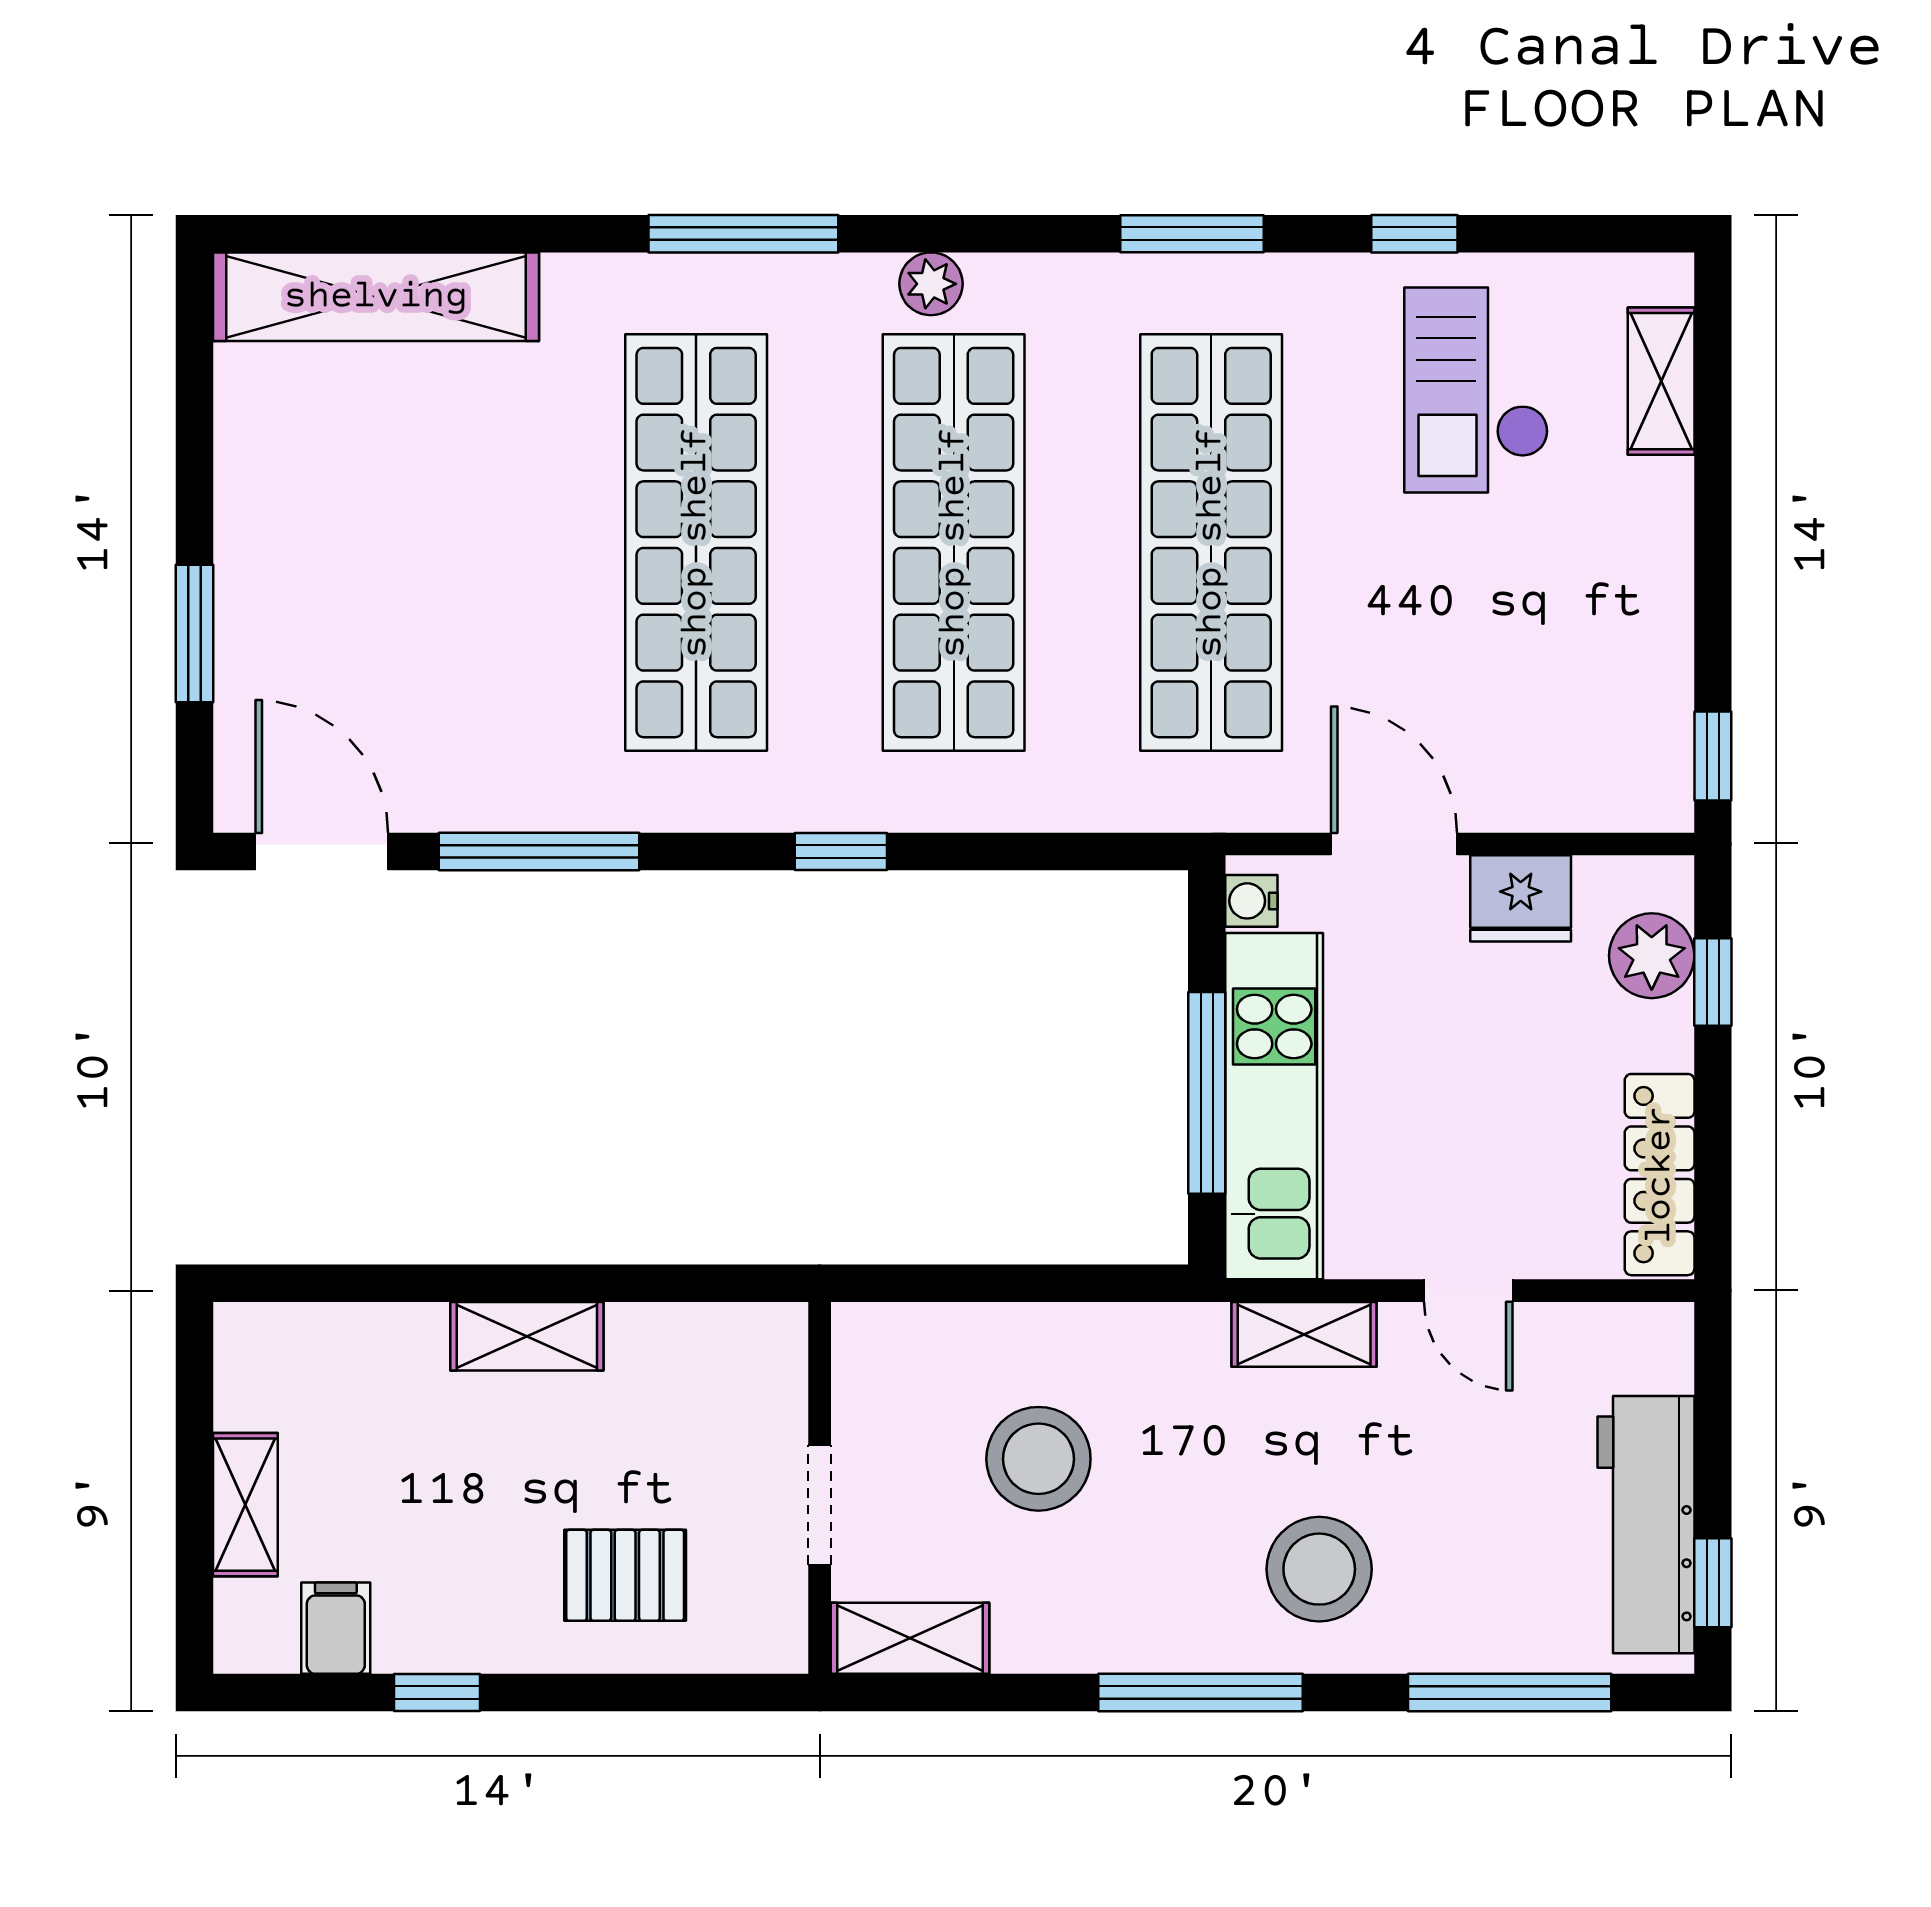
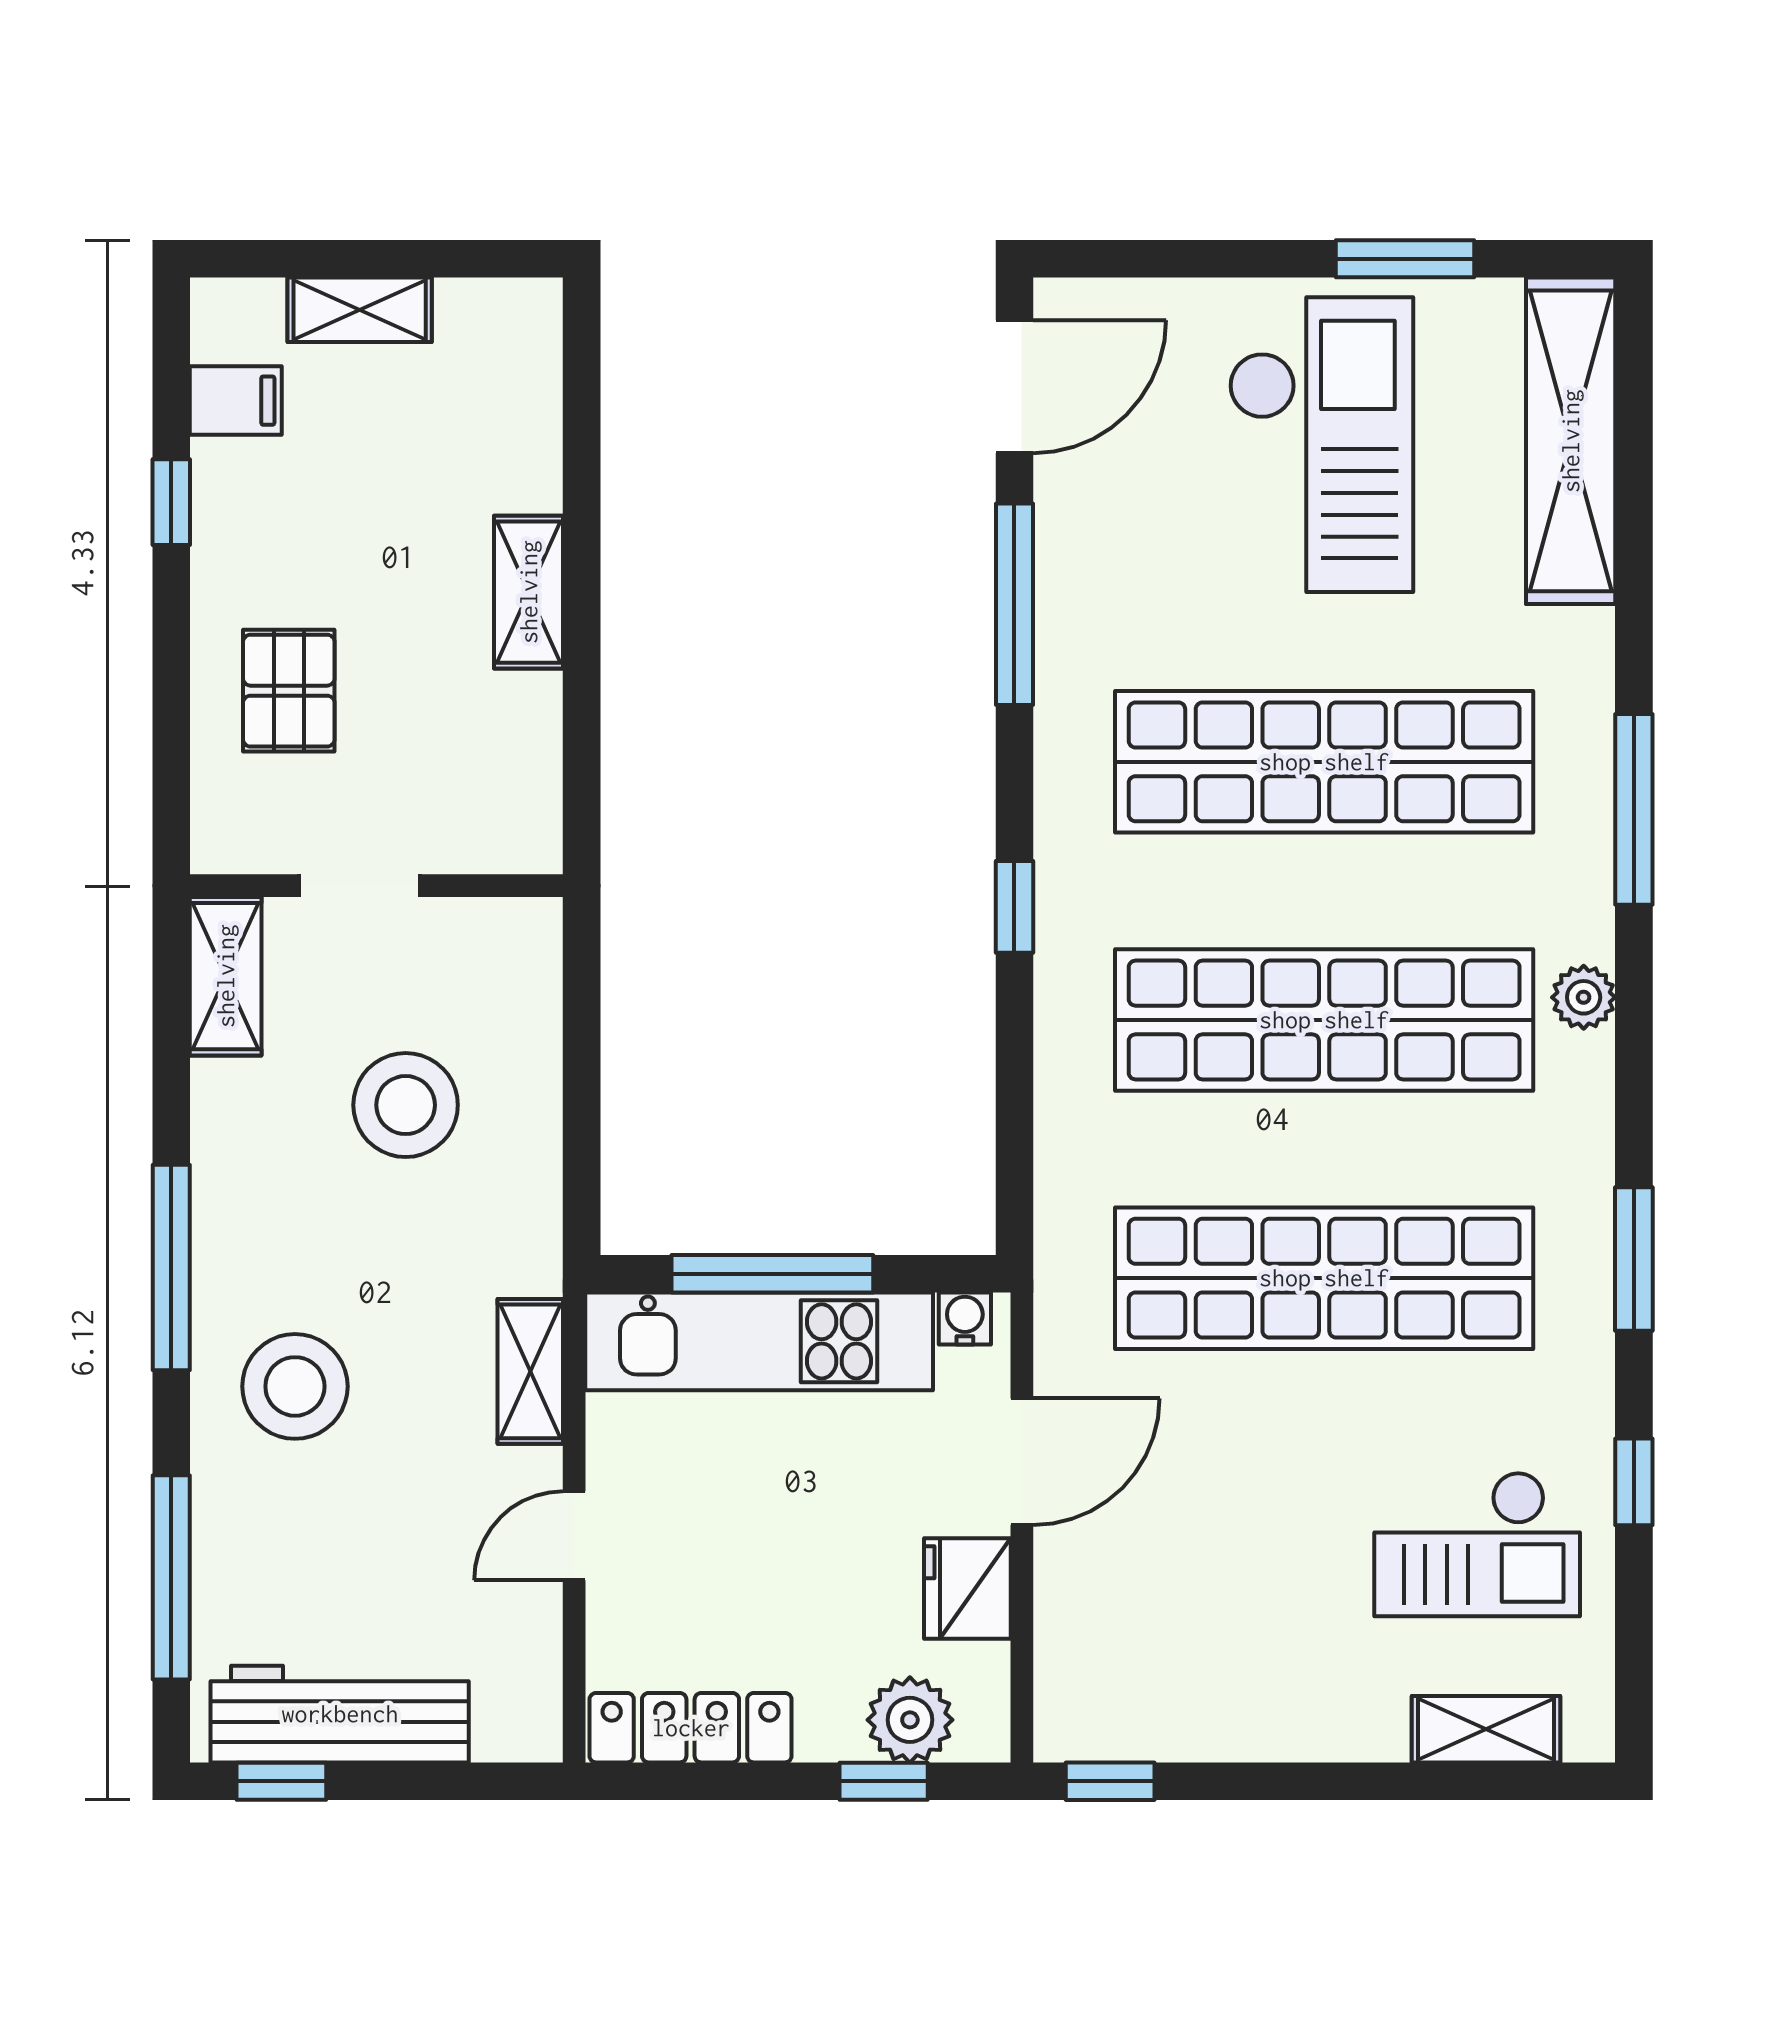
checkout: (1476, 390) -> (1477, 1544), turned 180
checkout: (380, 546) -> (1321, 445), added
window: (194, 633) -> (1405, 259), moved

